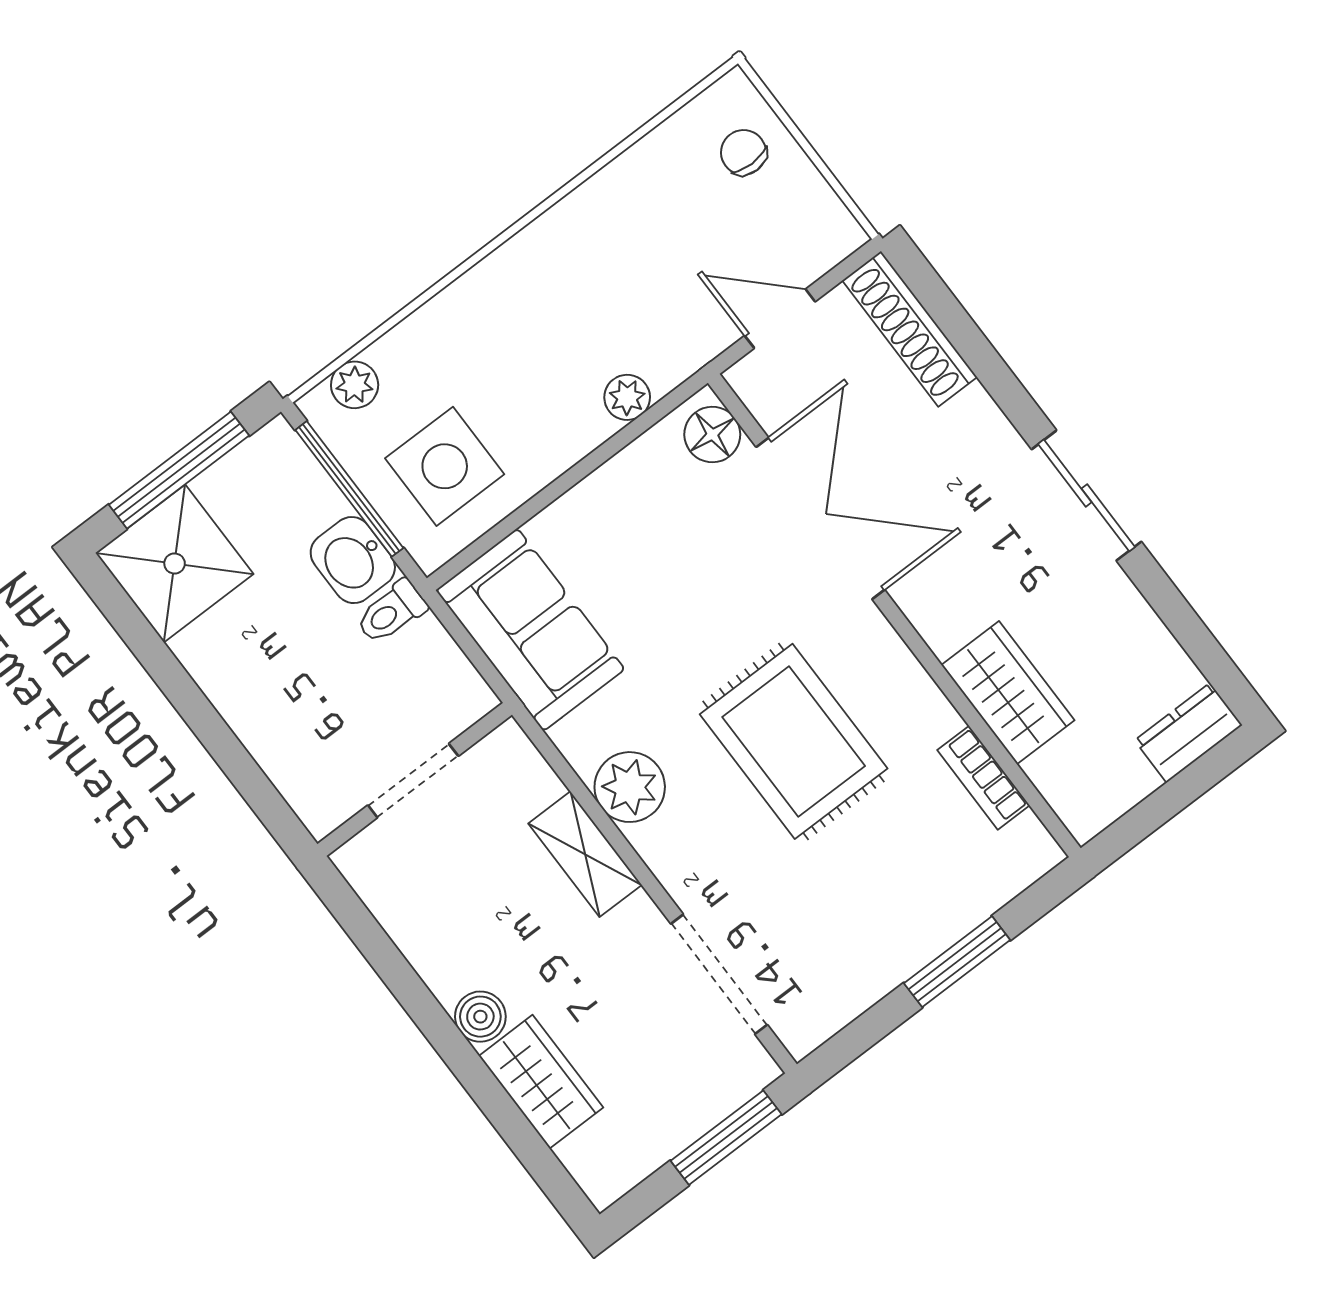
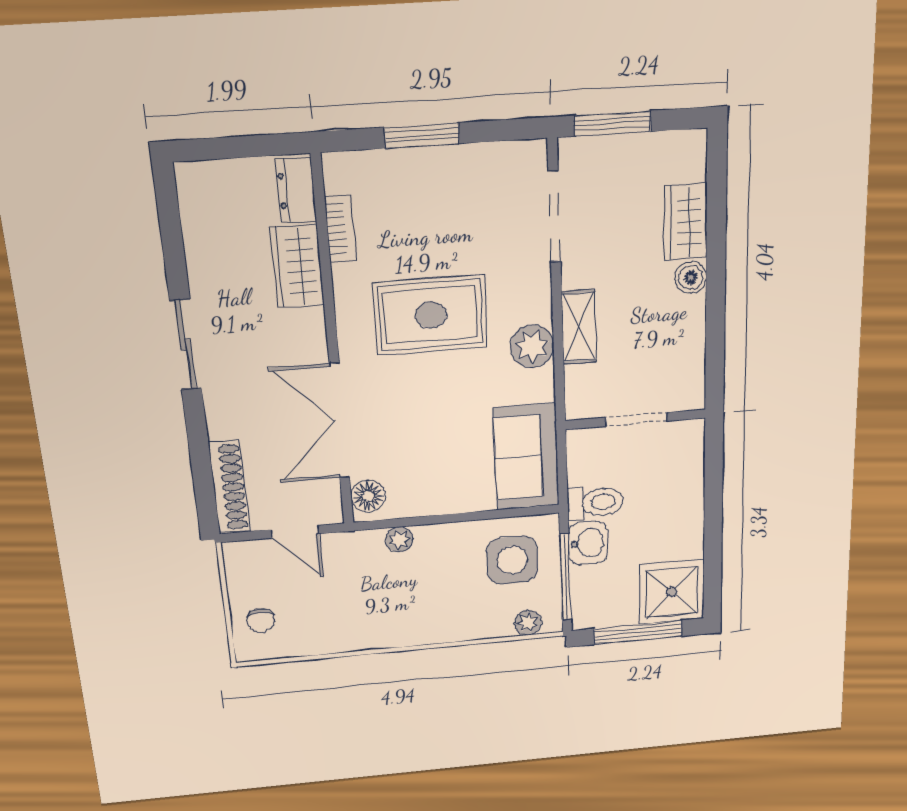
toilet: (391, 612) -> (595, 502), width x1.37, depth x1.39
dresser: (1188, 733) -> (296, 190), moved, turned 90
rug: (794, 741) -> (431, 315), turned 90

